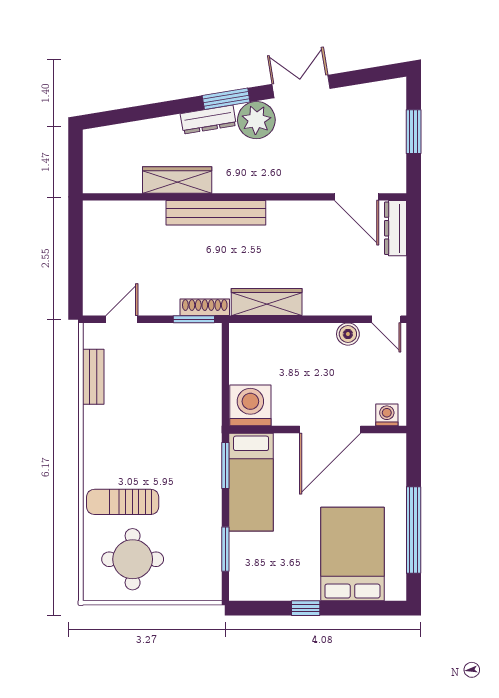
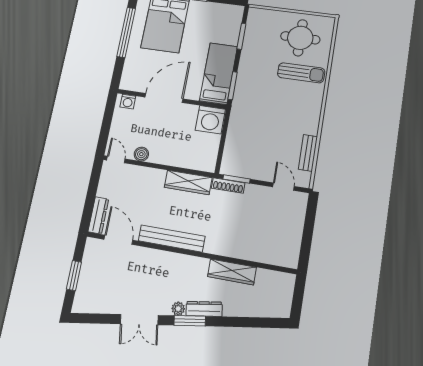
plant: (256, 120) -> (178, 309), width x0.53, depth x0.53
bench: (216, 213) -> (172, 239), moved
door: (122, 319) -> (283, 187), swing flipped

